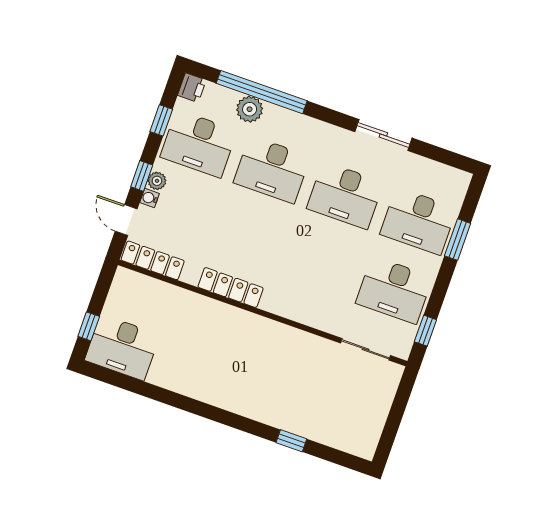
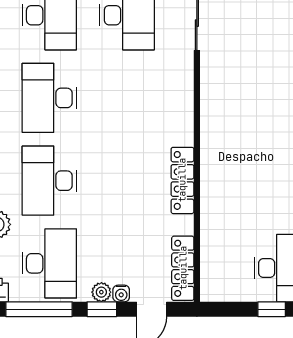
window: (161, 120) -> (39, 309), width x2.17
desk: (272, 170) -> (49, 181), turned 180
desk: (345, 195) -> (49, 98), turned 180

